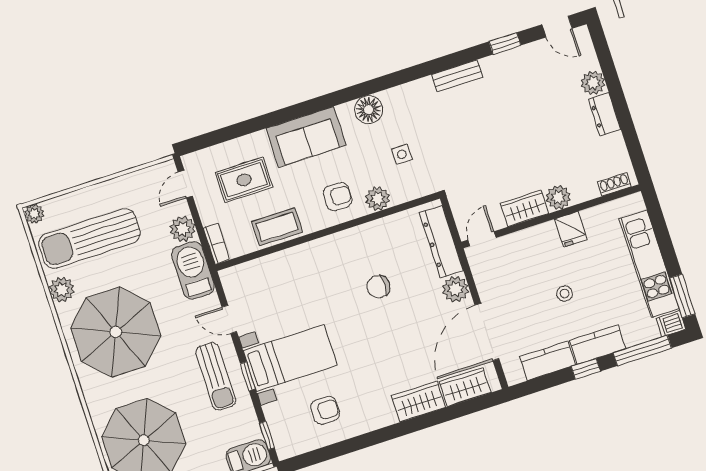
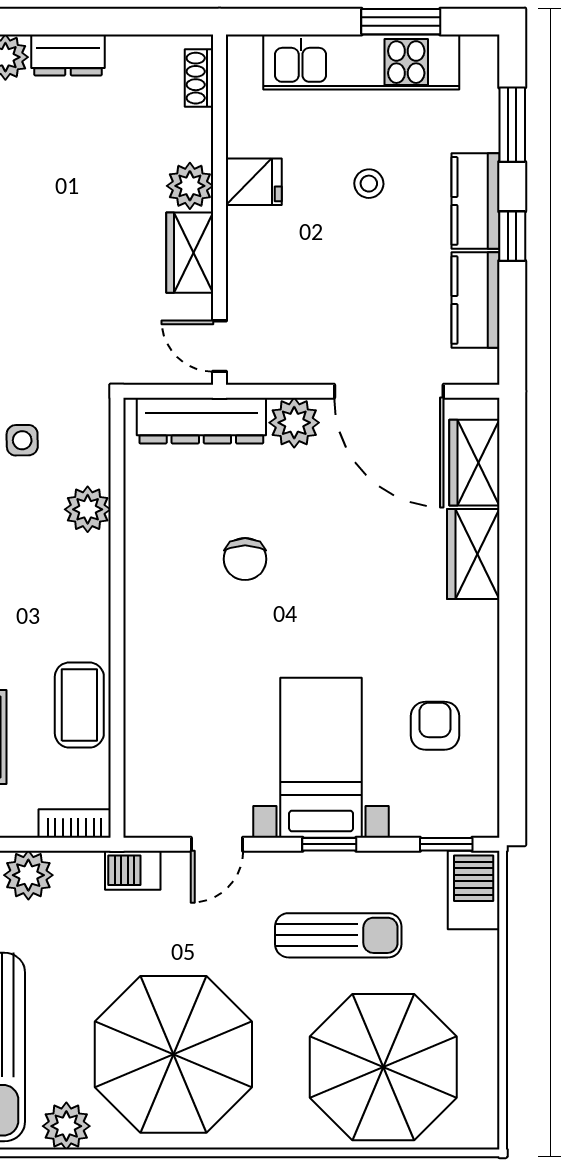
armchair: (338, 197) -> (61, 579), removed
barbecue: (193, 270) -> (133, 870), width x0.53, depth x0.65
stool: (565, 294) -> (369, 184), moved
window: (682, 296) -> (401, 22), moved
dishwasher: (671, 324) -> (481, 58), removed
window: (642, 351) -> (512, 125), width x0.69
sun lounger: (216, 376) -> (338, 935), moved

